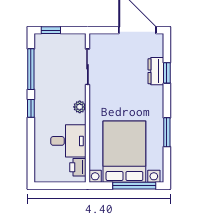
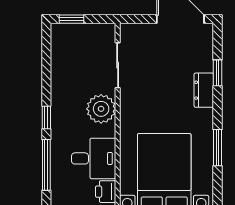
window: (31, 69) -> (46, 165), moved
dresser: (156, 71) -> (204, 90), moved
plant: (80, 107) -> (101, 109), width x1.87, depth x1.87

